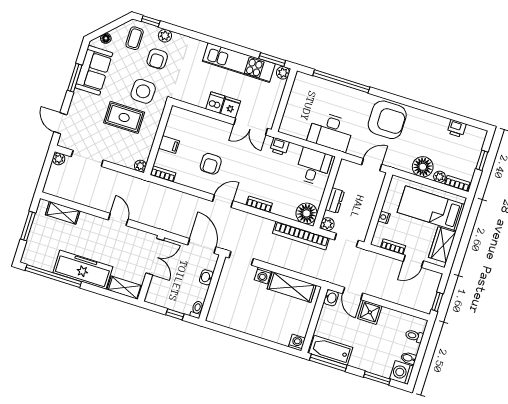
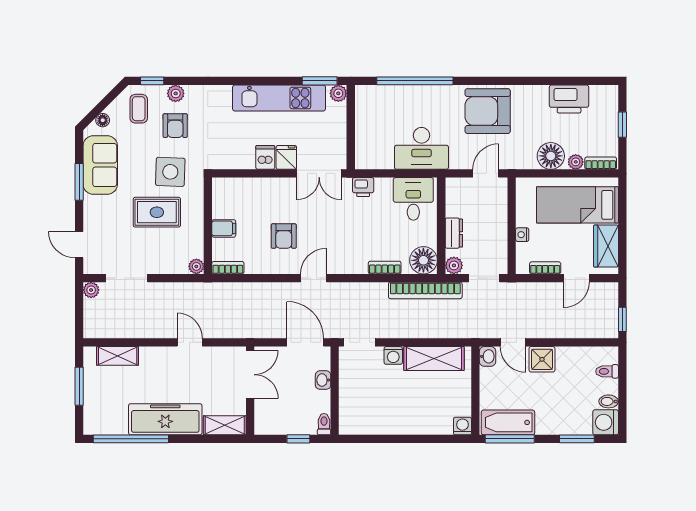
armchair: (387, 120) -> (488, 111), turned 180
printer: (457, 128) -> (569, 99), width x1.87, depth x1.48
bookcase: (259, 204) -> (385, 268), moved

